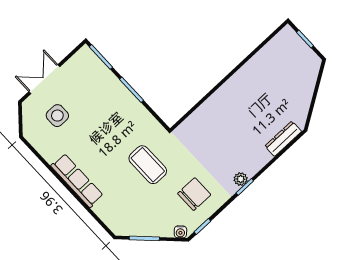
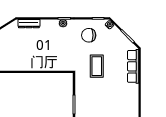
row of seats: (77, 181) -> (133, 66), moved

